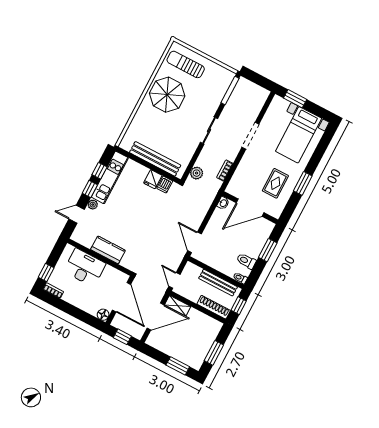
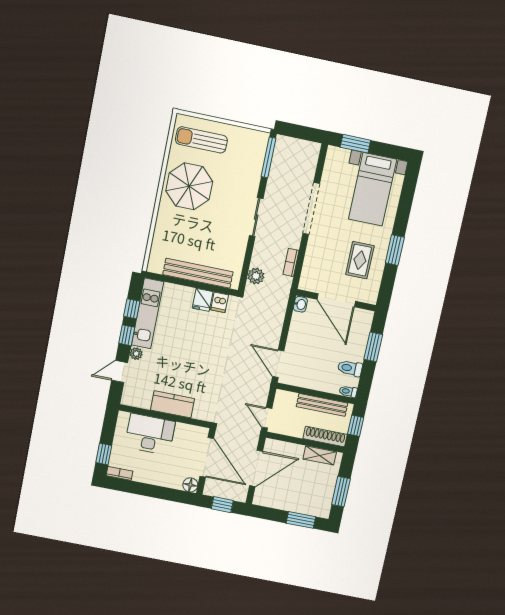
doorway: (250, 136) -> (311, 209), width x1.36
door: (250, 208) -> (336, 300), hinge flipped
shelving: (178, 306) -> (320, 455), moved

